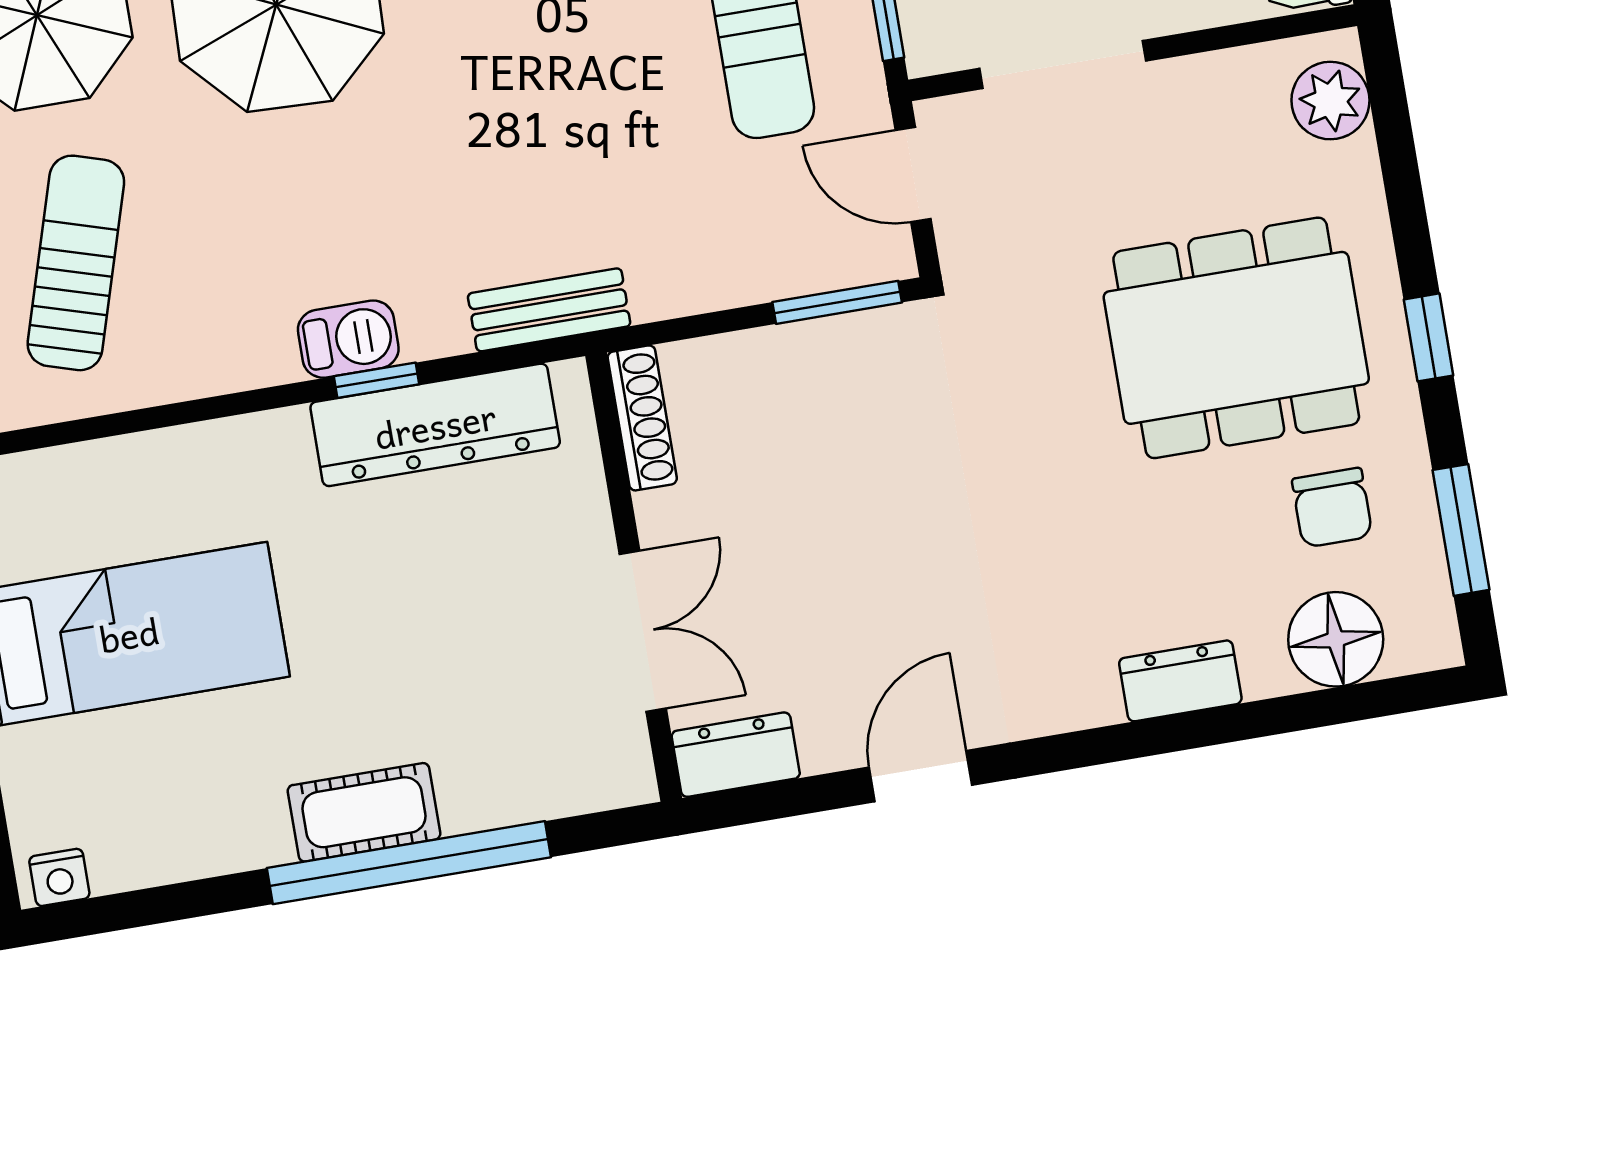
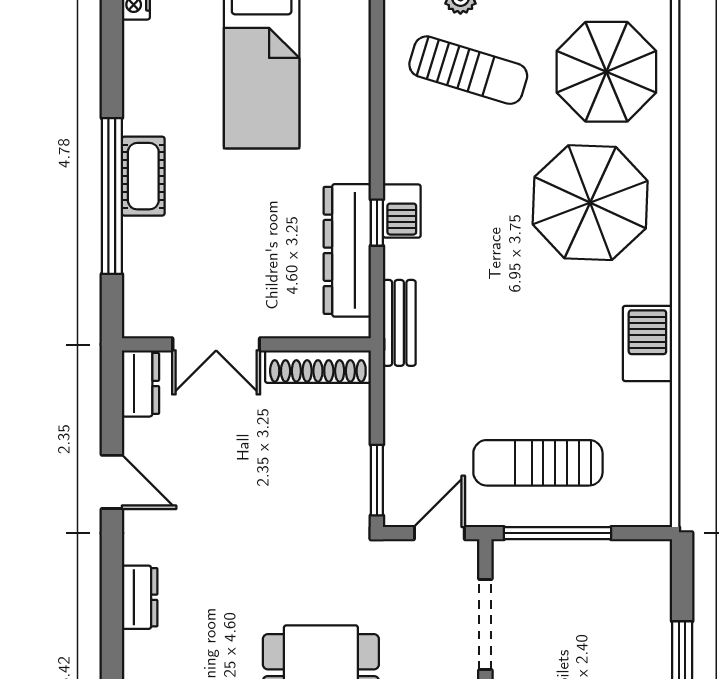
shoe rack: (642, 418) -> (318, 367), width x1.36, depth x1.24
dresser: (1180, 681) -> (140, 597), moved

